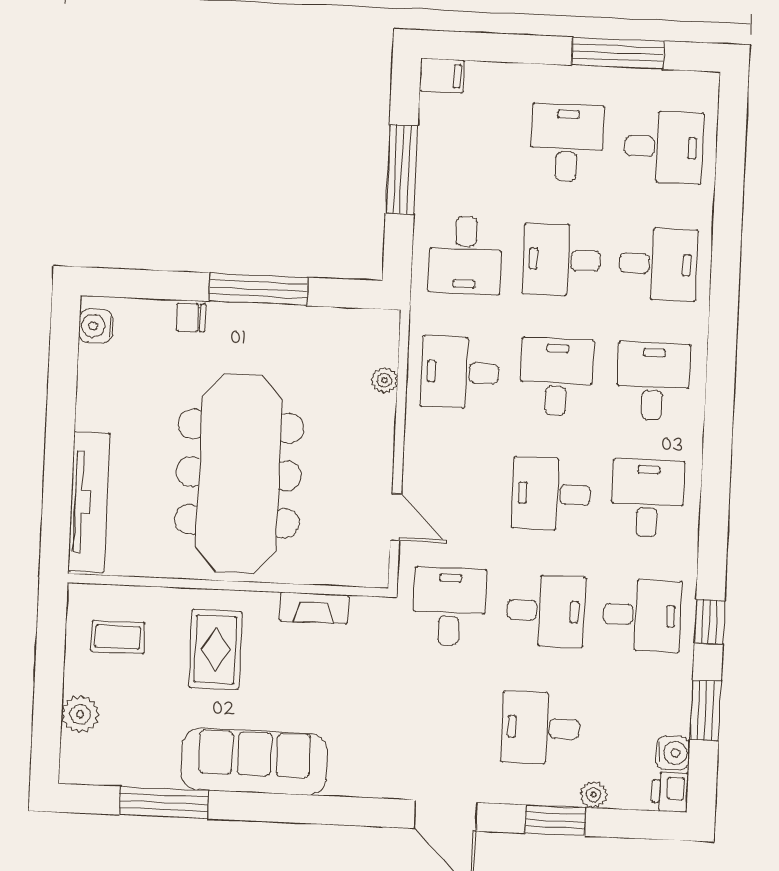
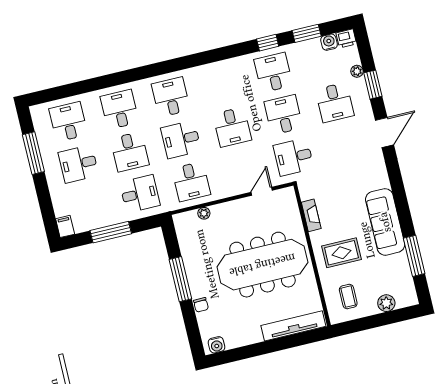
desk: (653, 381) -> (171, 97), turned 90
desk: (648, 498) -> (222, 85), removed

